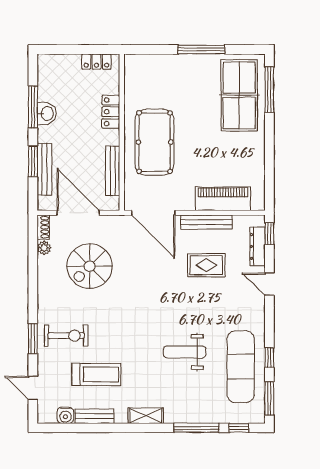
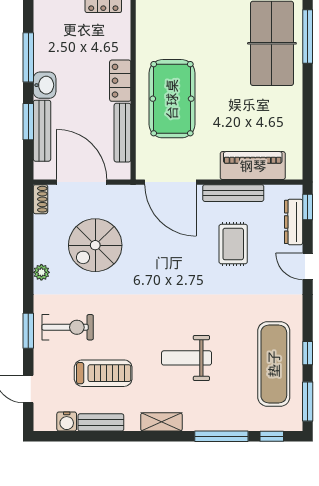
locker: (111, 112) -> (120, 81), moved
washbasin: (47, 114) -> (45, 85), moved
plant: (44, 248) -> (41, 272), moved
rug: (206, 265) -> (233, 244), turned 90
weight bench: (185, 352) -> (187, 358), moved

